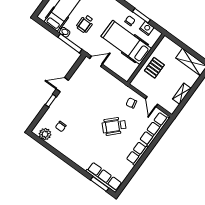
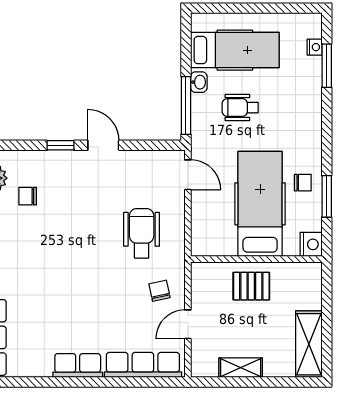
nightstand: (147, 28) -> (311, 244), moved
wheelchair: (114, 126) -> (142, 233), moved, turned 45

